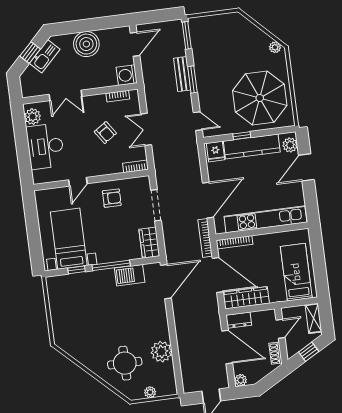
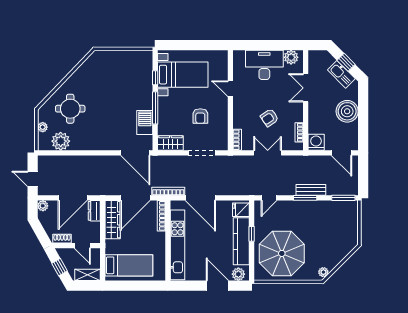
armchair: (112, 198) -> (200, 116), moved
plant: (161, 352) -> (61, 141), moved

